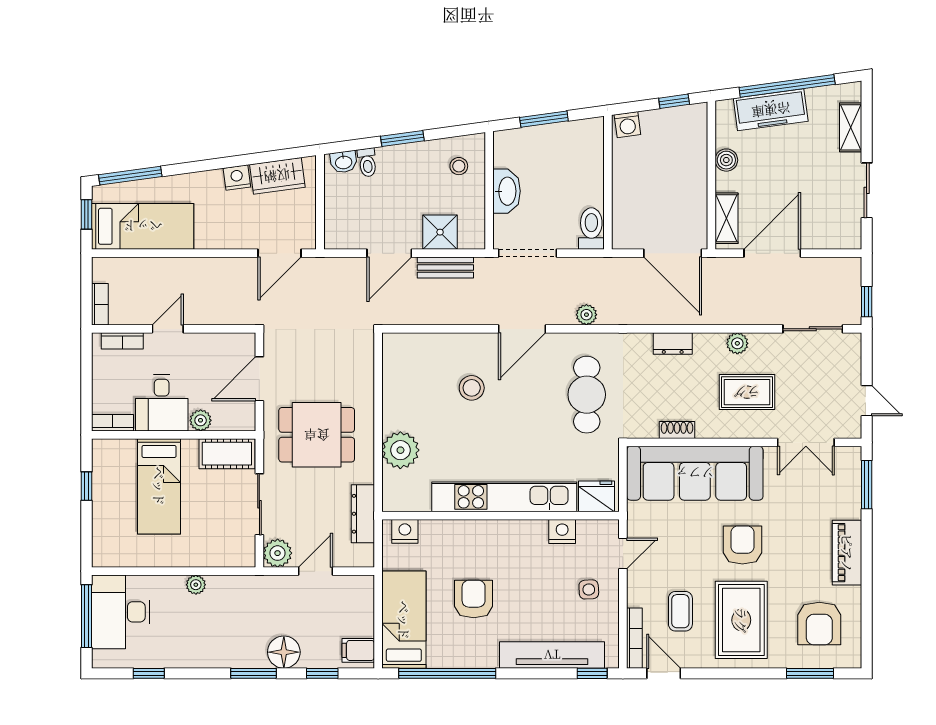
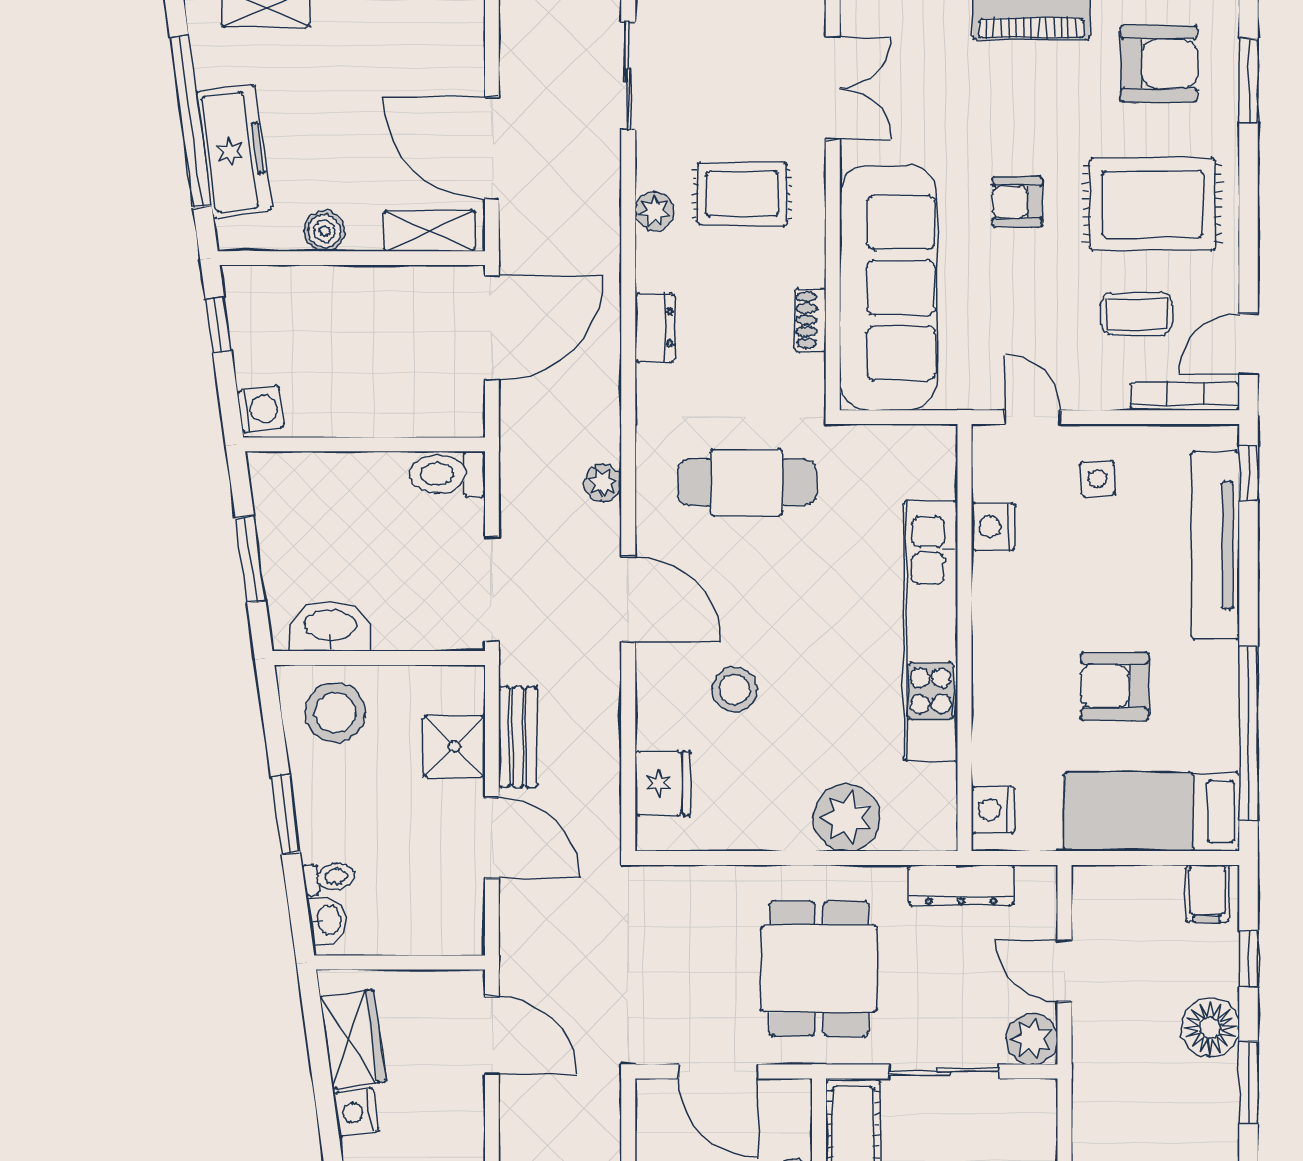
stool: (459, 166) -> (335, 713), width x1.89, depth x1.89
washbasin: (507, 191) -> (330, 627), moved
rug: (747, 392) -> (742, 194), turned 90
fridge: (596, 496) -> (663, 783), moved, turned 180
armchair: (742, 545) -> (1017, 202), width x0.72, depth x0.72

